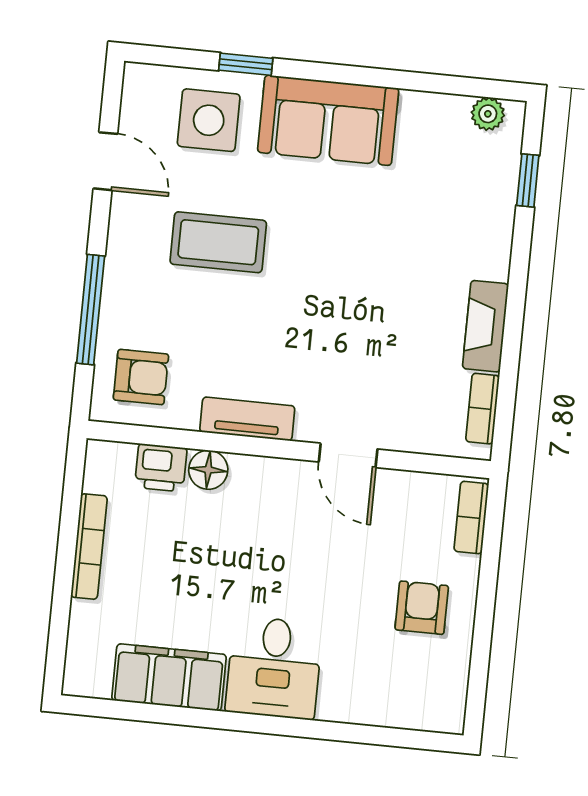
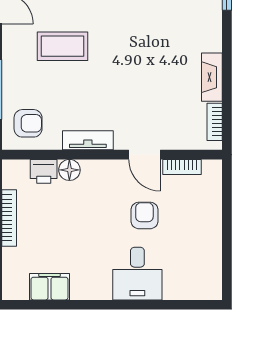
bookcase: (471, 518) -> (182, 167), moved, turned -90
armchair: (422, 608) -> (144, 215), moved
desk: (274, 668) -> (137, 274), moved
filing cabinet: (169, 677) -> (49, 287), width x0.67, depth x0.86

